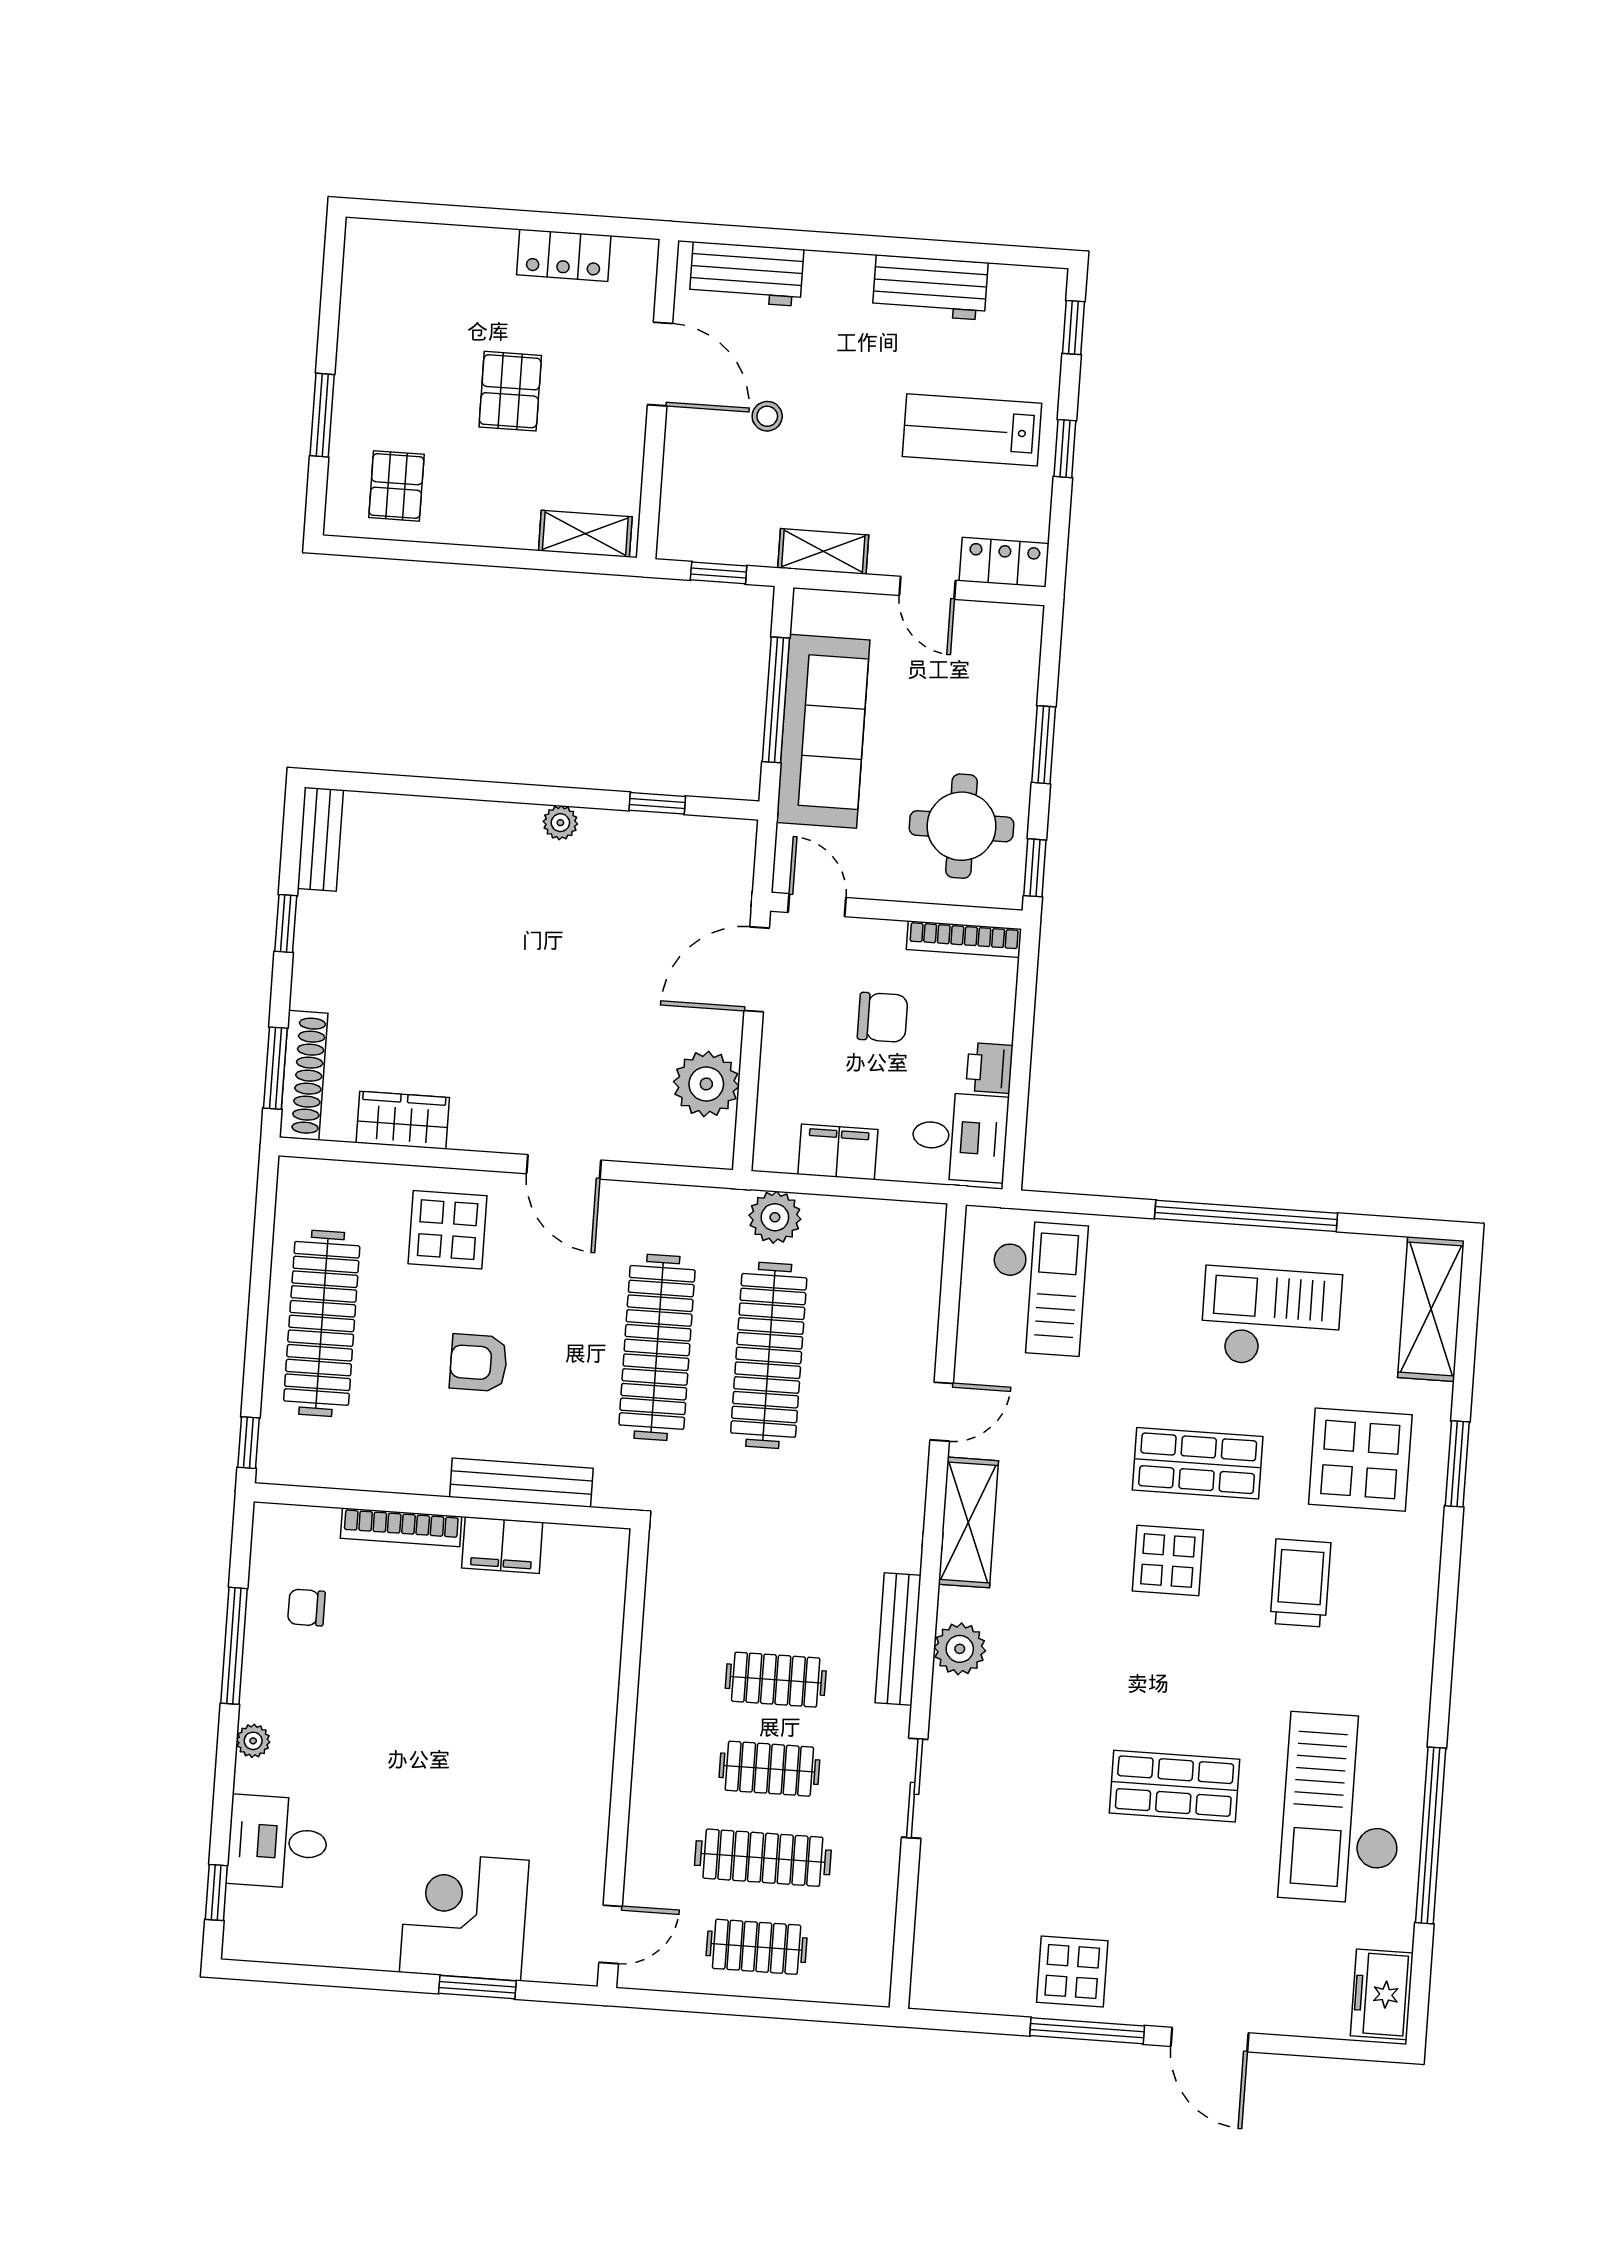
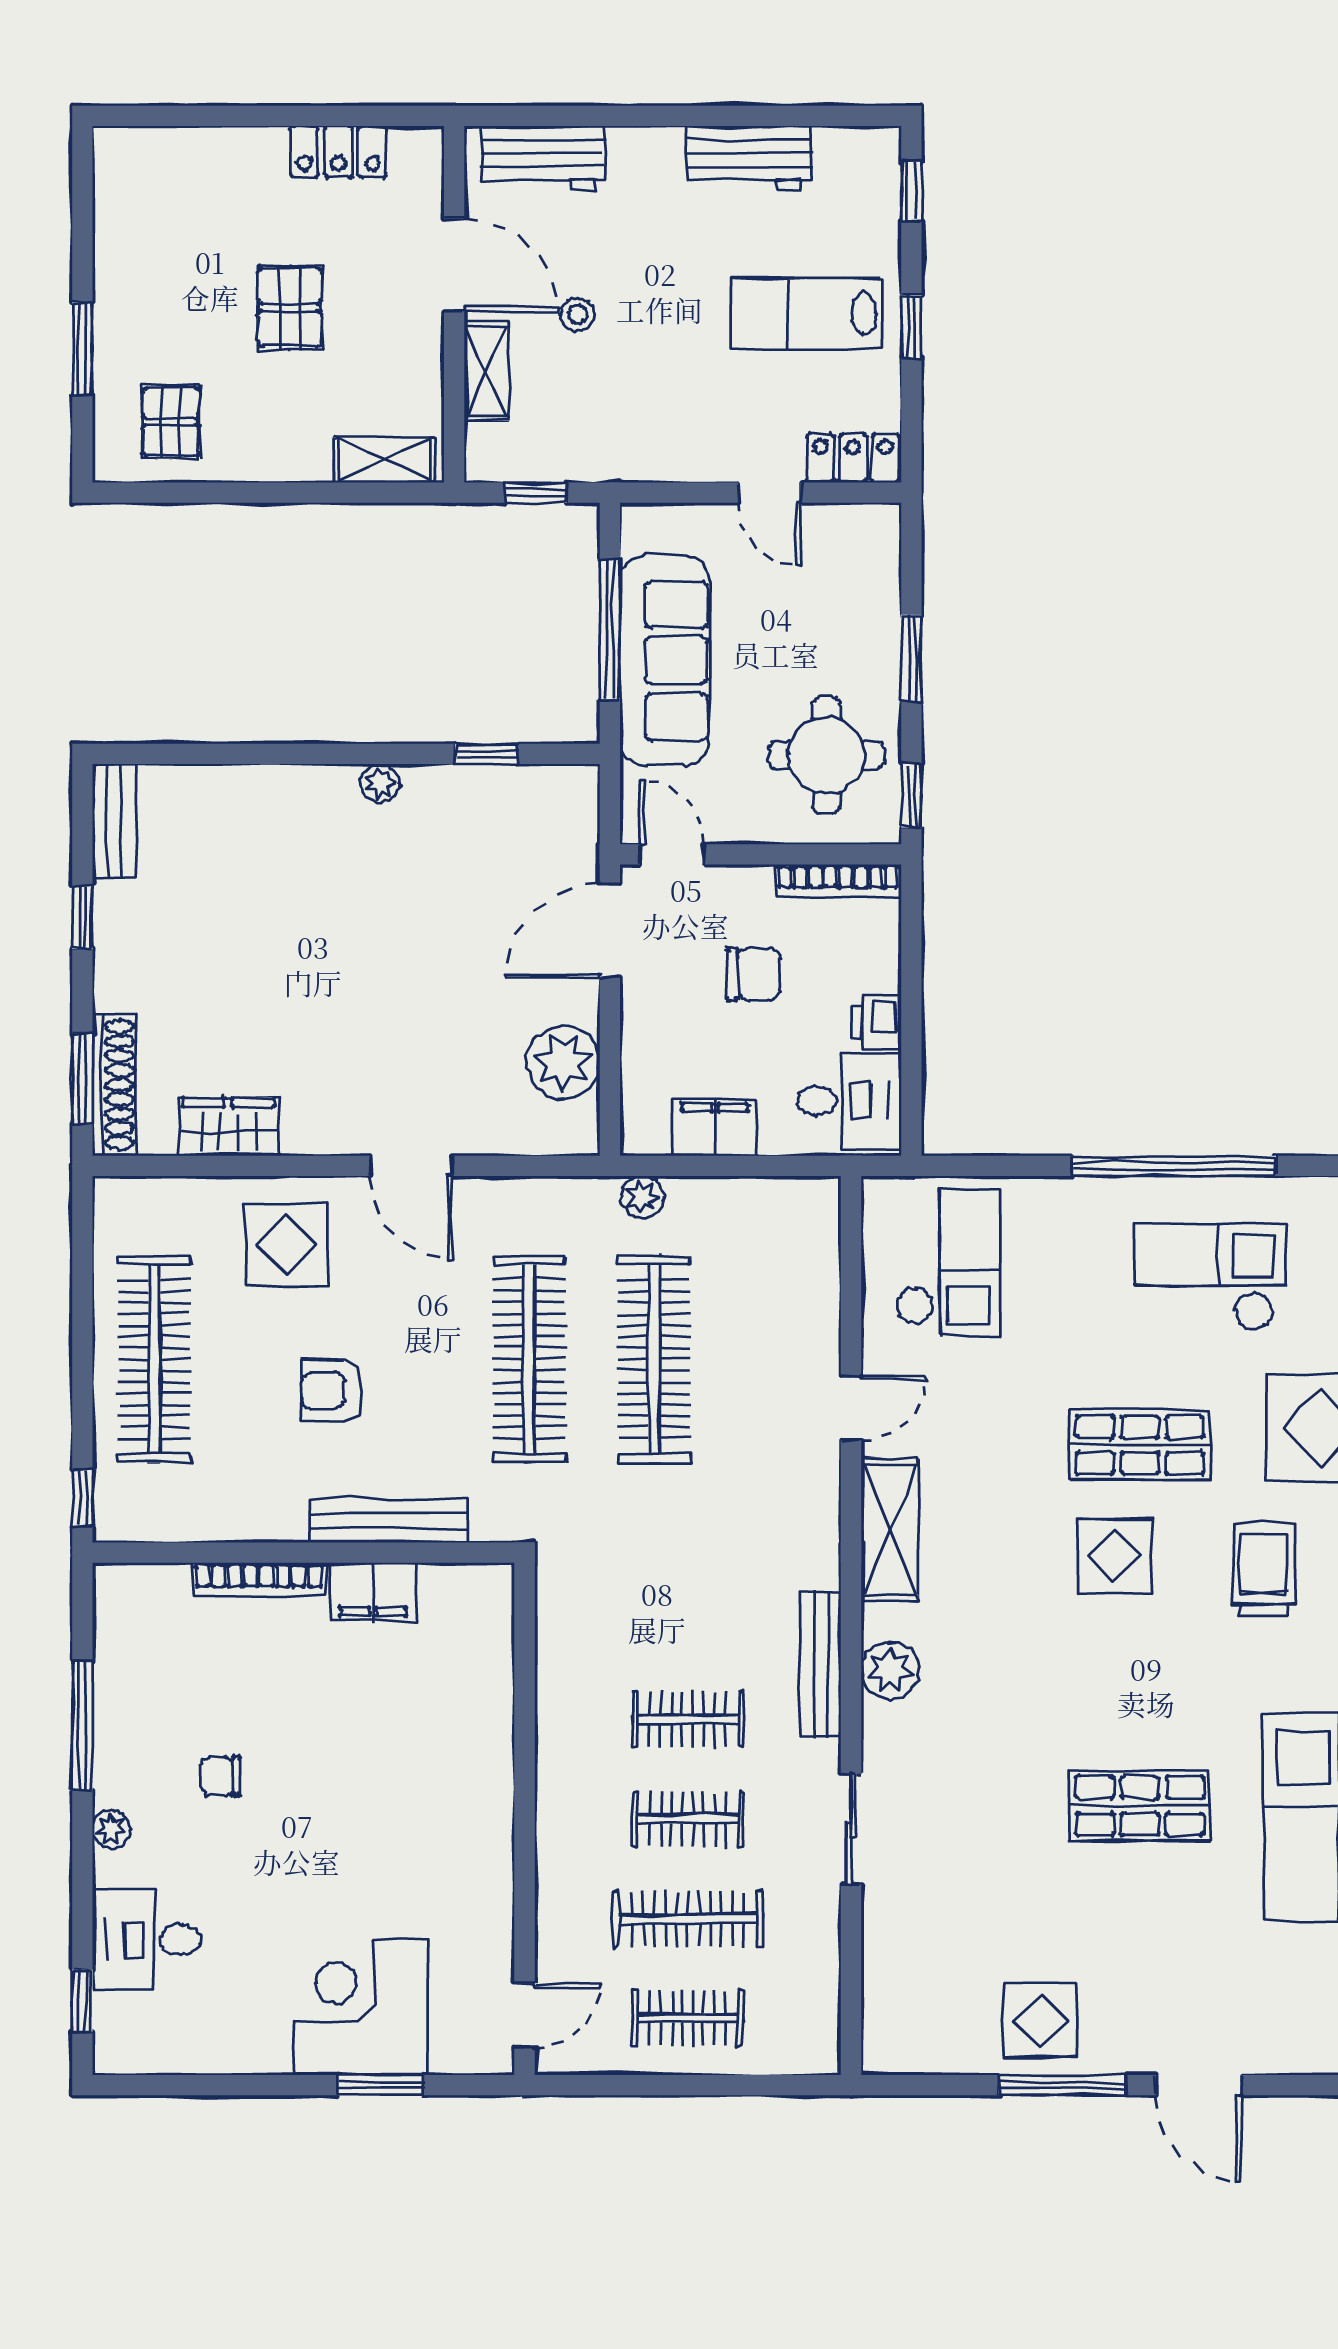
shelving: (823, 551) -> (486, 371), moved, turned 90
plant: (775, 1217) -> (642, 1197), width x0.73, depth x0.73
chair: (306, 1608) -> (221, 1777), moved

